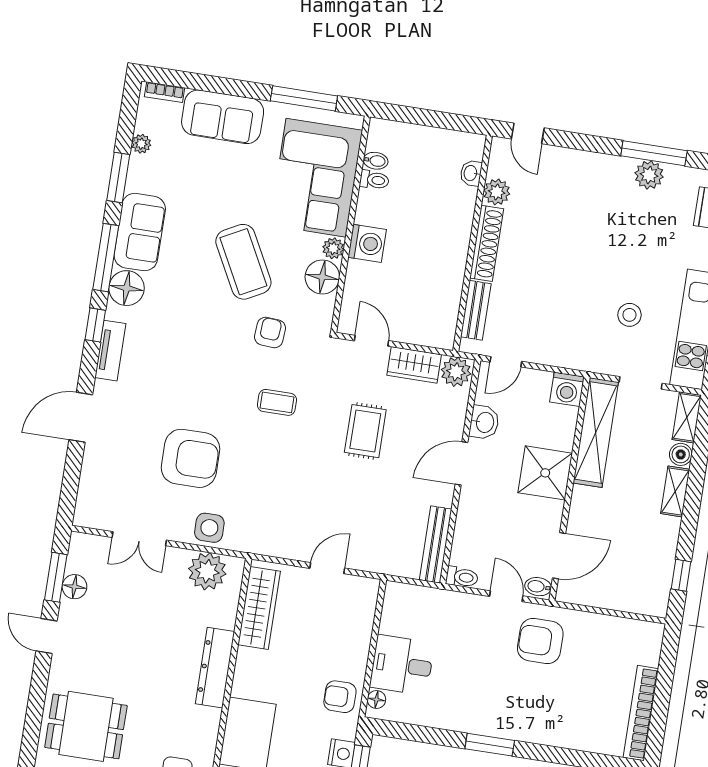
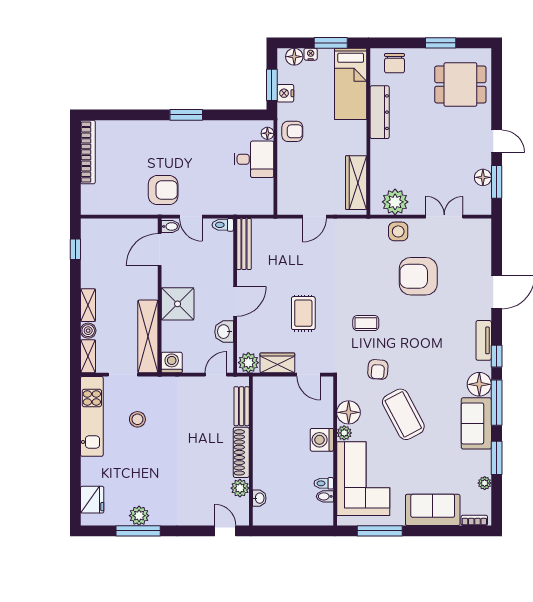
dresser: (215, 668) -> (380, 112), moved

